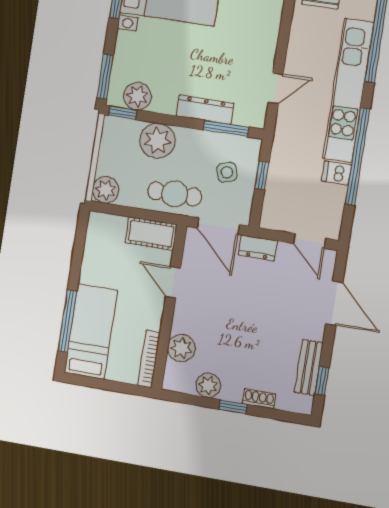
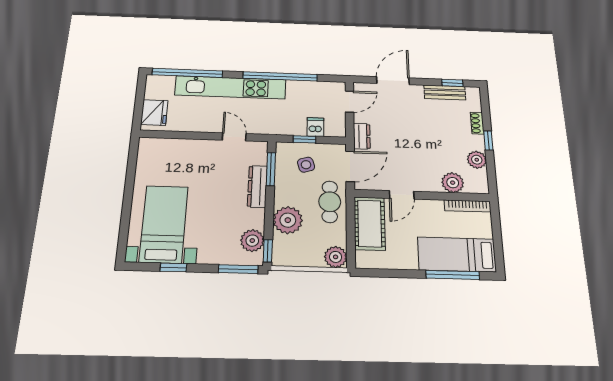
dishwasher: (336, 173) -> (315, 127), moved, turned 180
cot: (151, 234) -> (370, 223), width x1.37, depth x1.34

